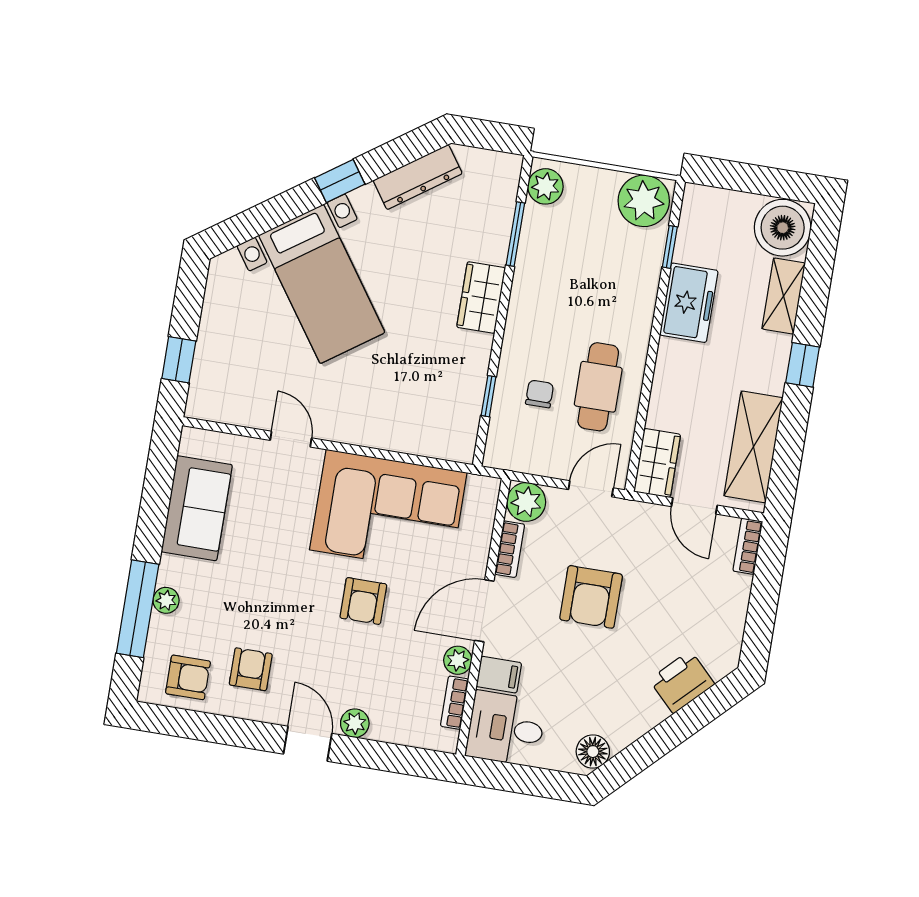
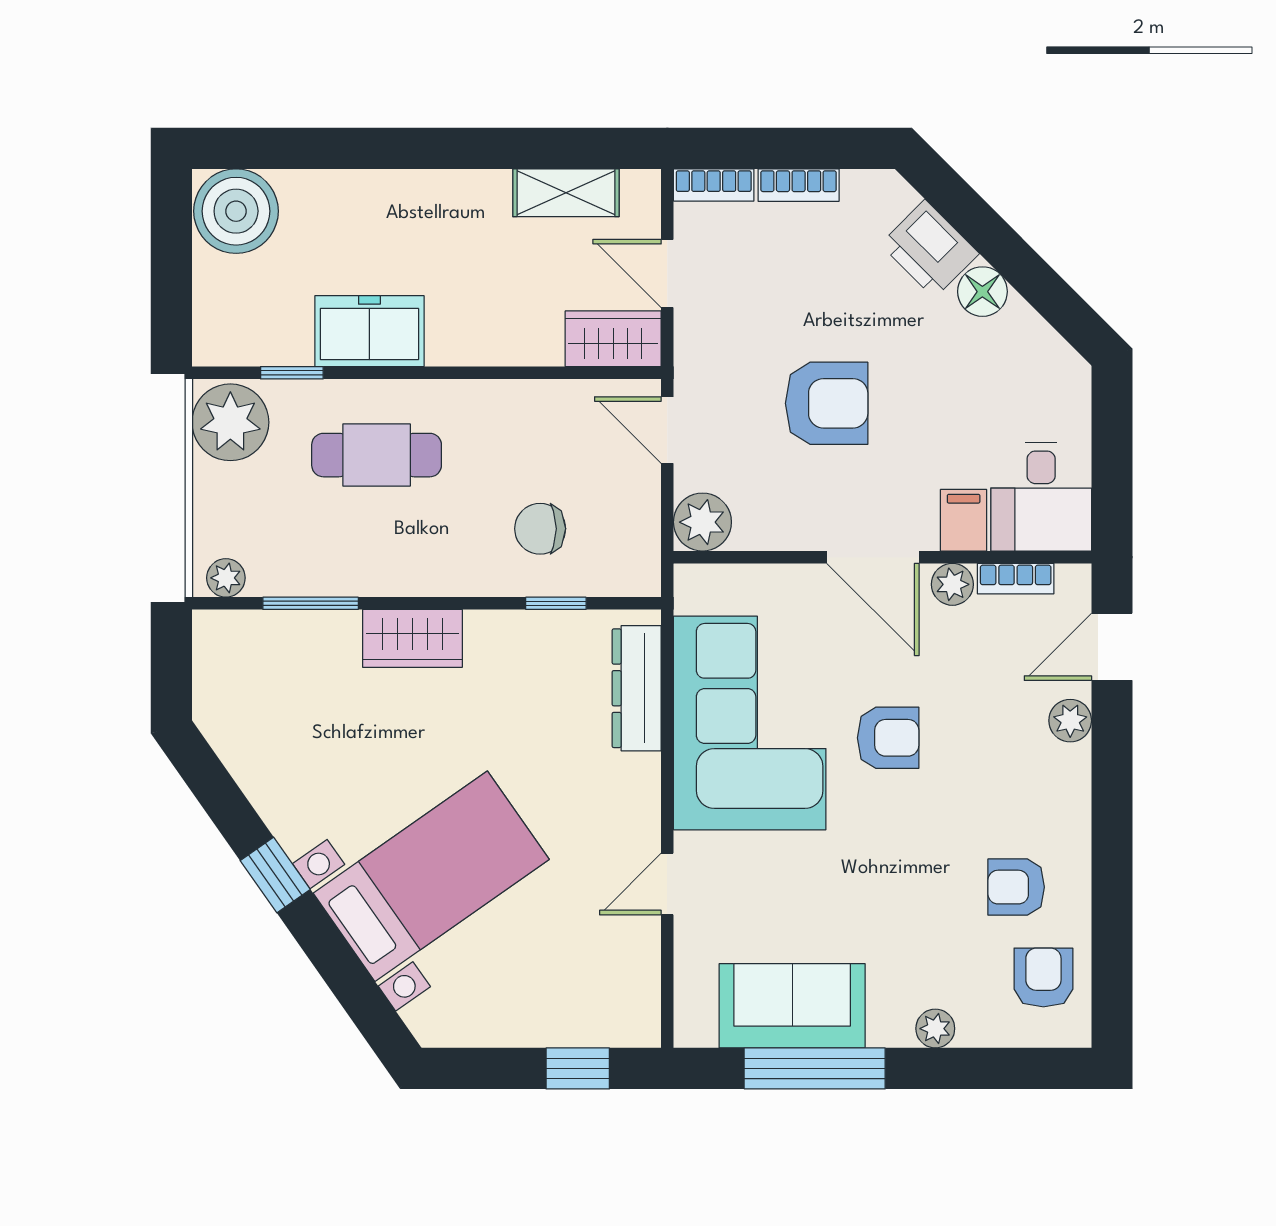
dresser: (418, 177) -> (637, 688), moved, turned -145
plant: (545, 186) -> (226, 578), width x0.73, depth x0.73
shelving: (784, 296) -> (336, 193), removed
window: (803, 365) -> (433, 148), removed
cafe table: (598, 387) -> (377, 455), moved
chair: (540, 394) -> (540, 529), width x1.37, depth x1.37
shelving: (753, 447) -> (566, 193), width x0.67, depth x0.75
door: (694, 506) -> (667, 273), swing flipped
bookcase: (510, 549) -> (799, 185), moved, turned 180
window: (138, 609) -> (815, 1068), moved
door: (308, 744) -> (1112, 647), moved
floor lamp: (593, 752) -> (982, 292), moved

